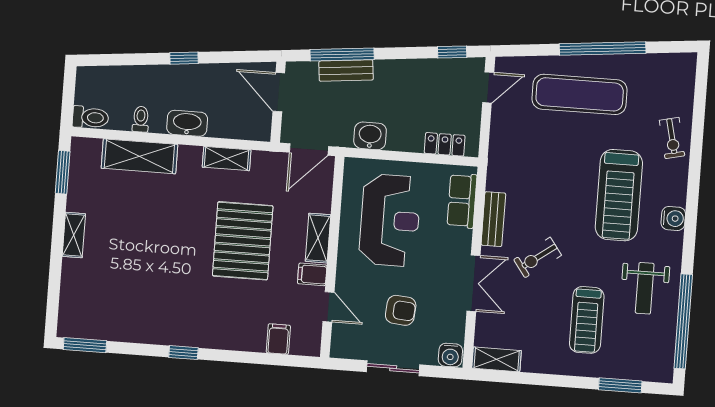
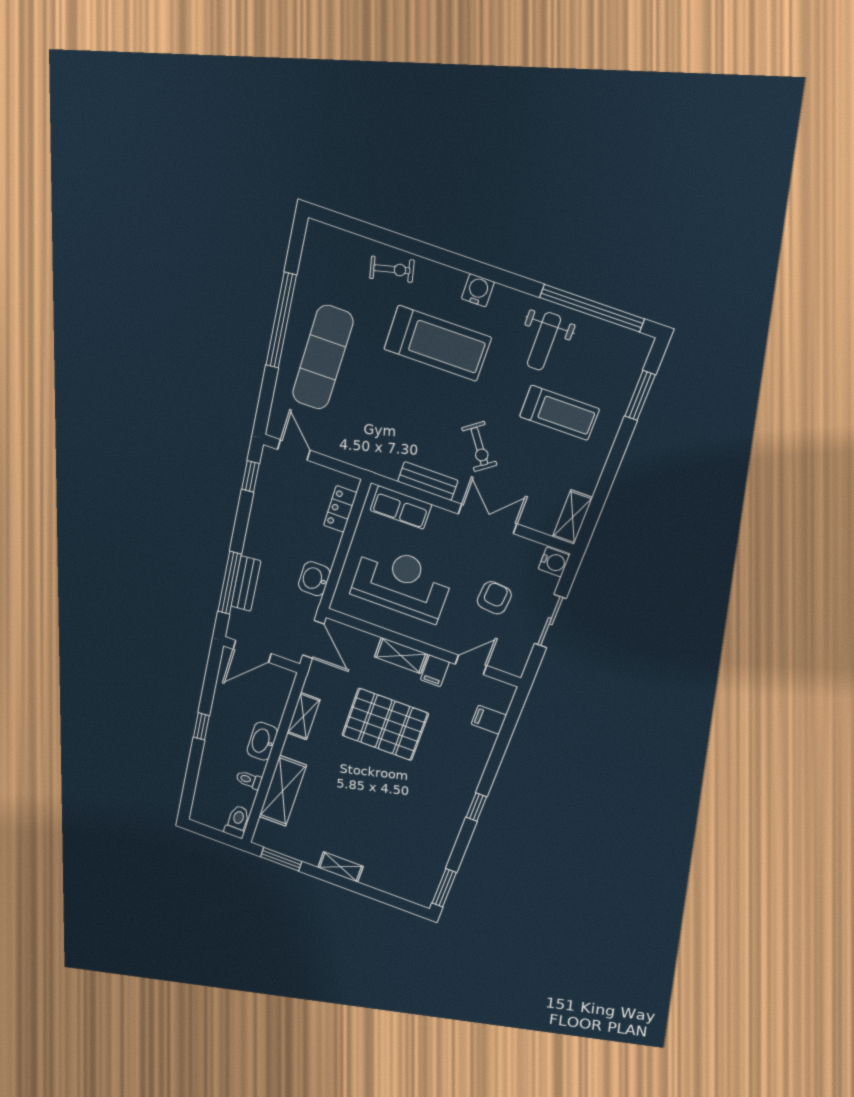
weight bench: (645, 288) -> (544, 341), turned 90

